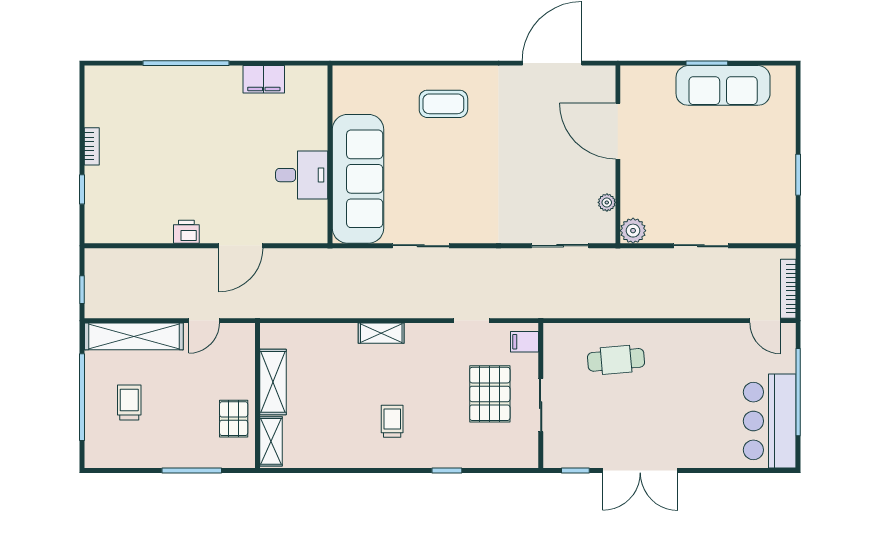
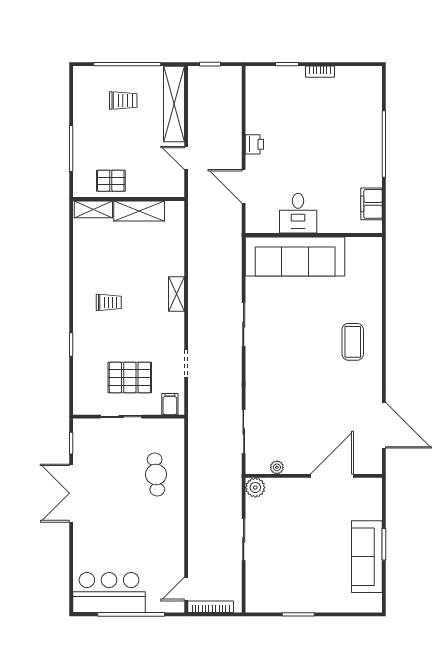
wall: (330, 154) -> (314, 235), moved
desk: (302, 175) -> (298, 213), moved
sofa: (358, 179) -> (295, 256), moved

